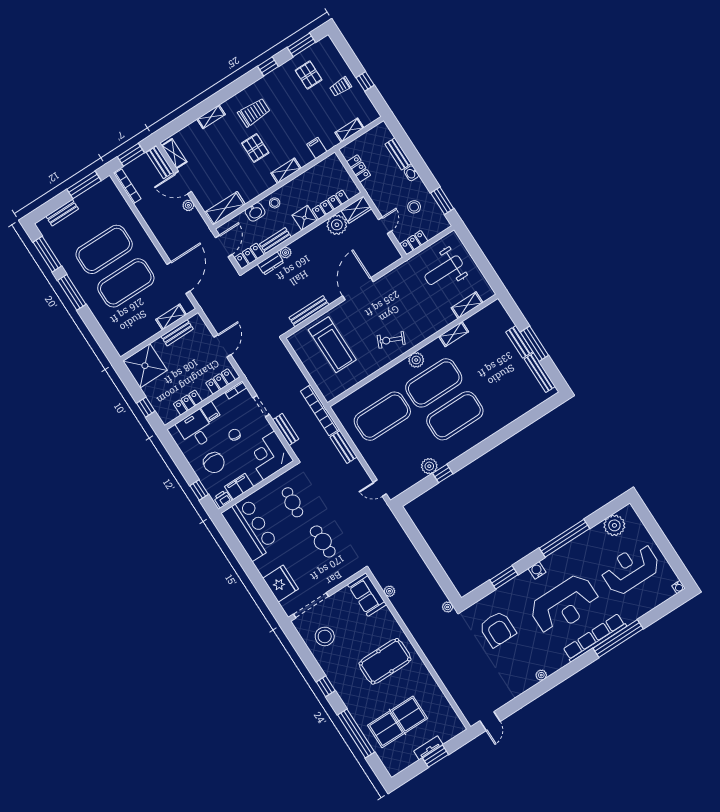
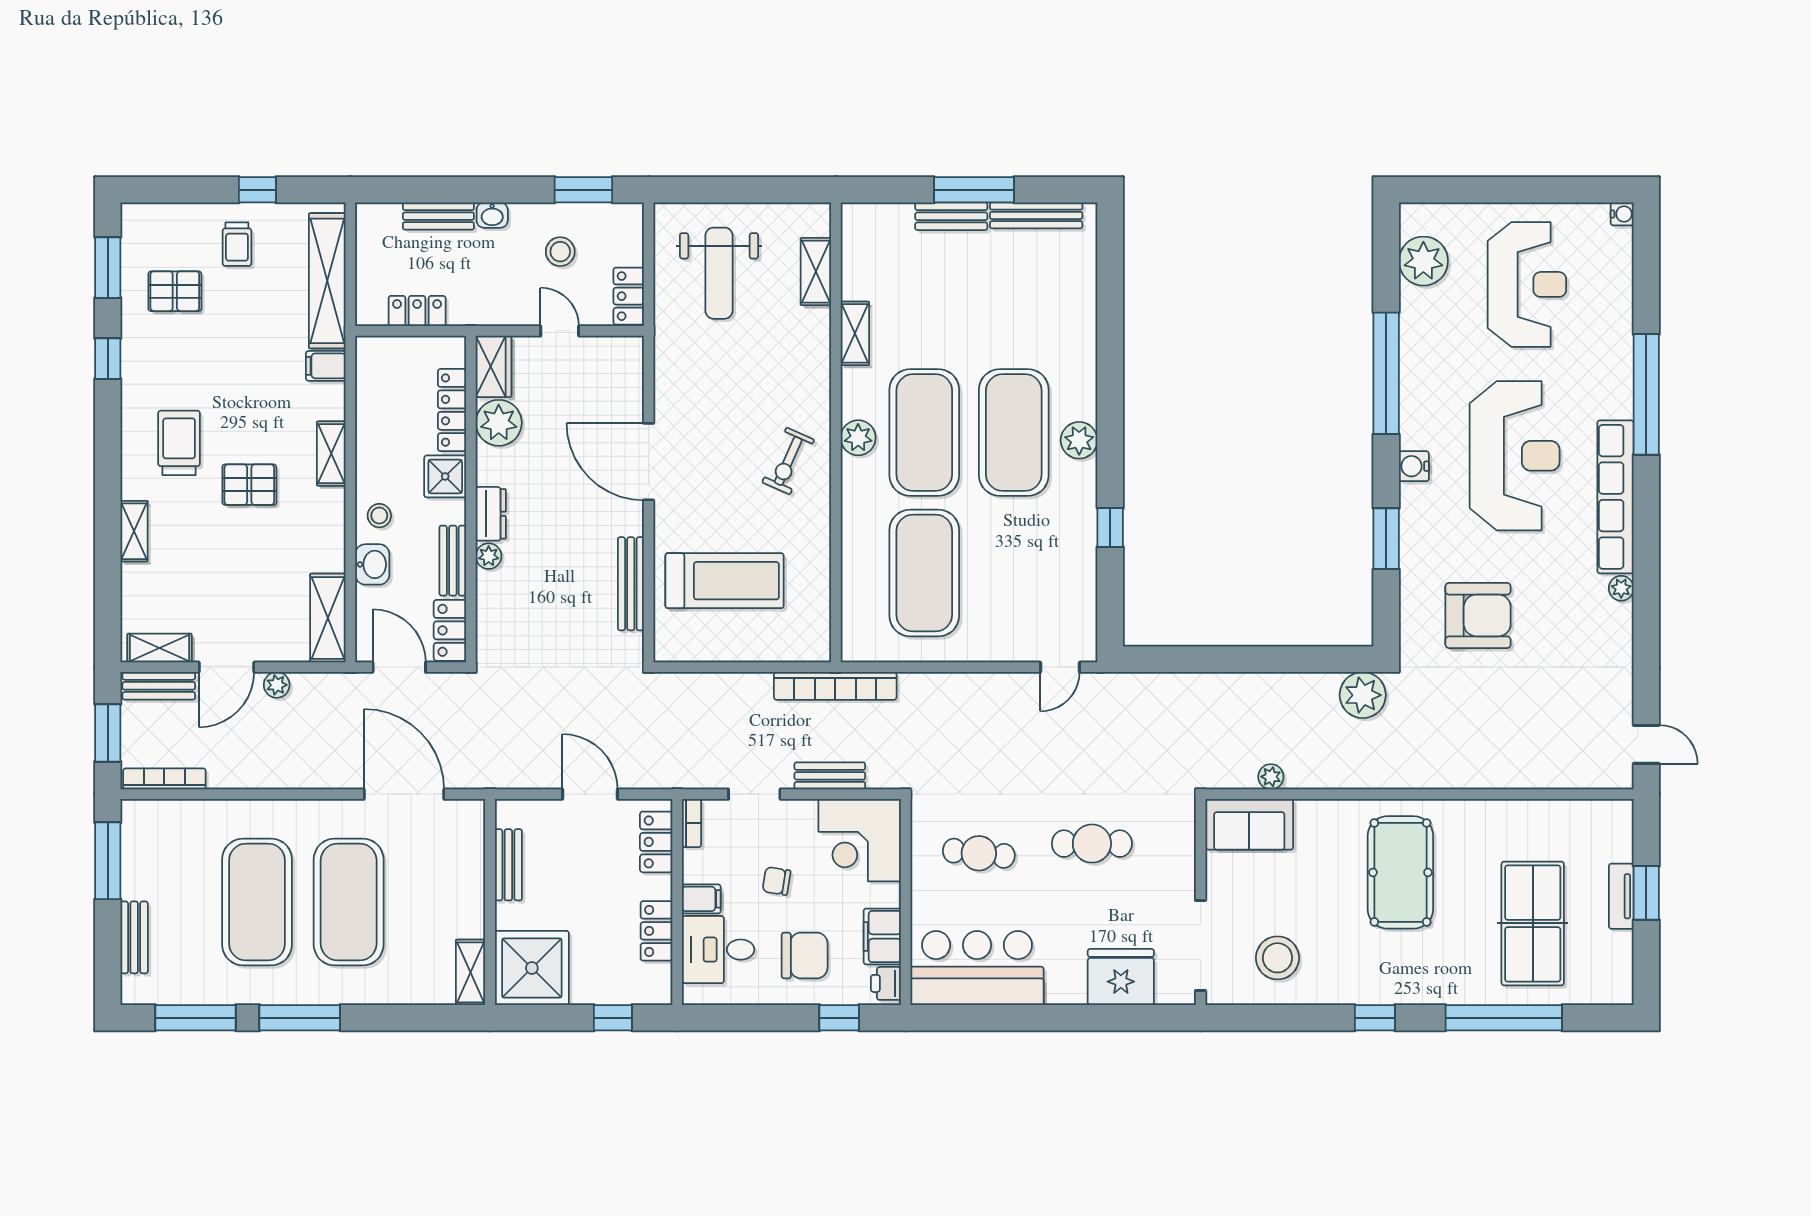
shelving: (349, 130) -> (327, 281), width x2.20, depth x1.33
dresser: (271, 263) -> (491, 514), moved
shelving: (171, 317) -> (471, 972), moved
bench: (344, 447) -> (936, 686), removed
plant: (429, 466) -> (1079, 440), moved
reception desk: (630, 569) -> (1527, 284), turned 180
plant: (448, 607) -> (1363, 695), width x1.87, depth x1.87
row of seats: (595, 638) -> (1615, 497), moved

